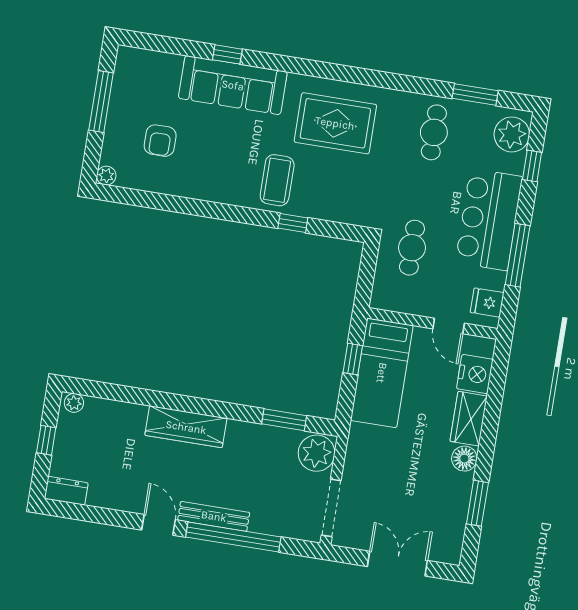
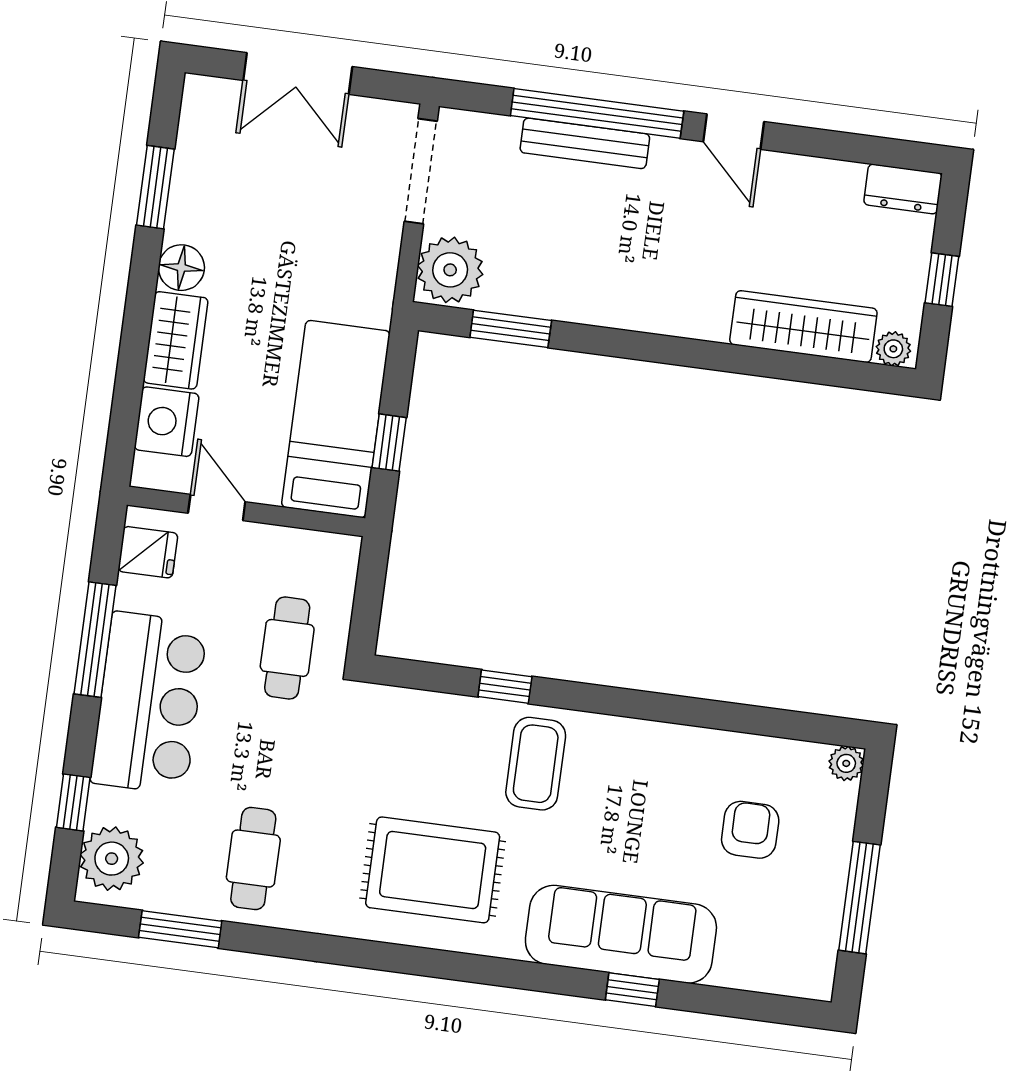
wardrobe: (186, 427) -> (803, 327), moved
bench: (214, 516) -> (585, 143), moved

